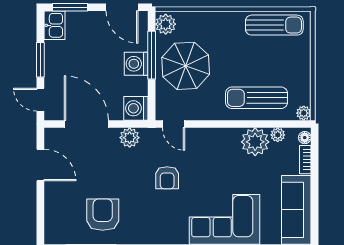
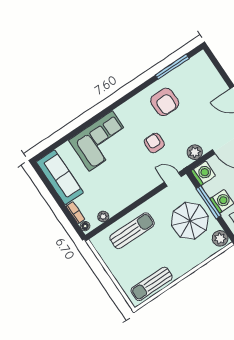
window: (152, 55) -> (208, 202), moved
plant: (304, 113) -> (96, 241), removed
plant: (255, 142) -> (114, 203), removed
armchair: (103, 215) -> (165, 102), moved

